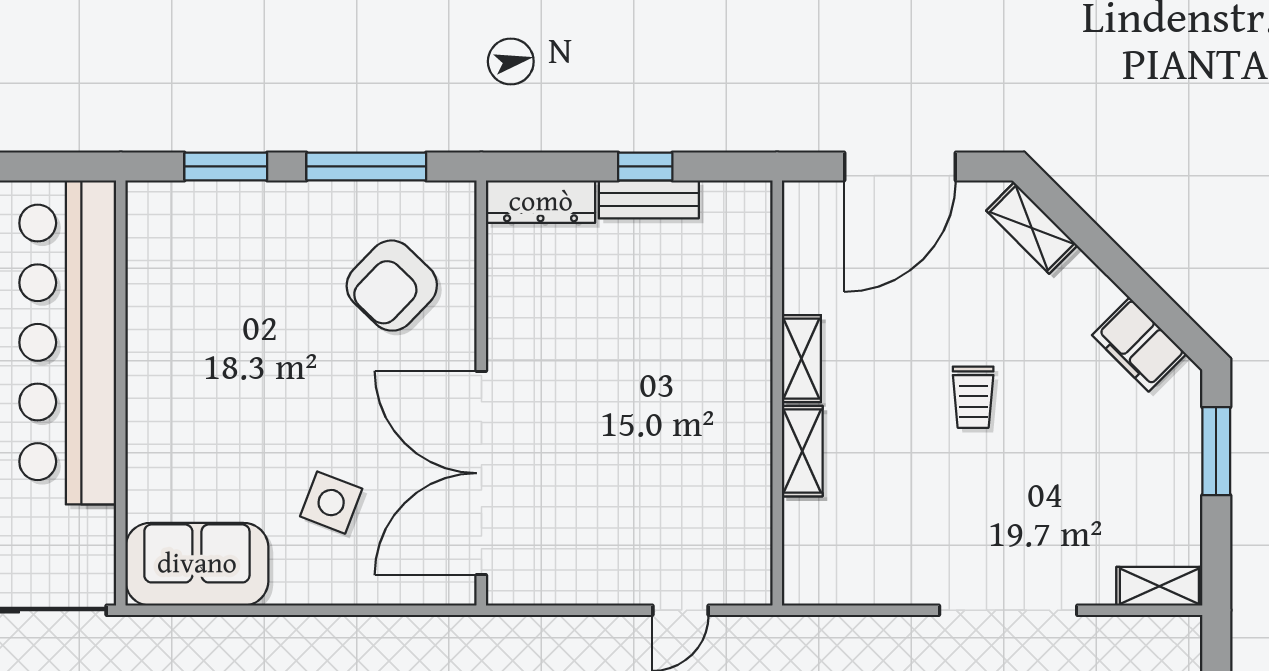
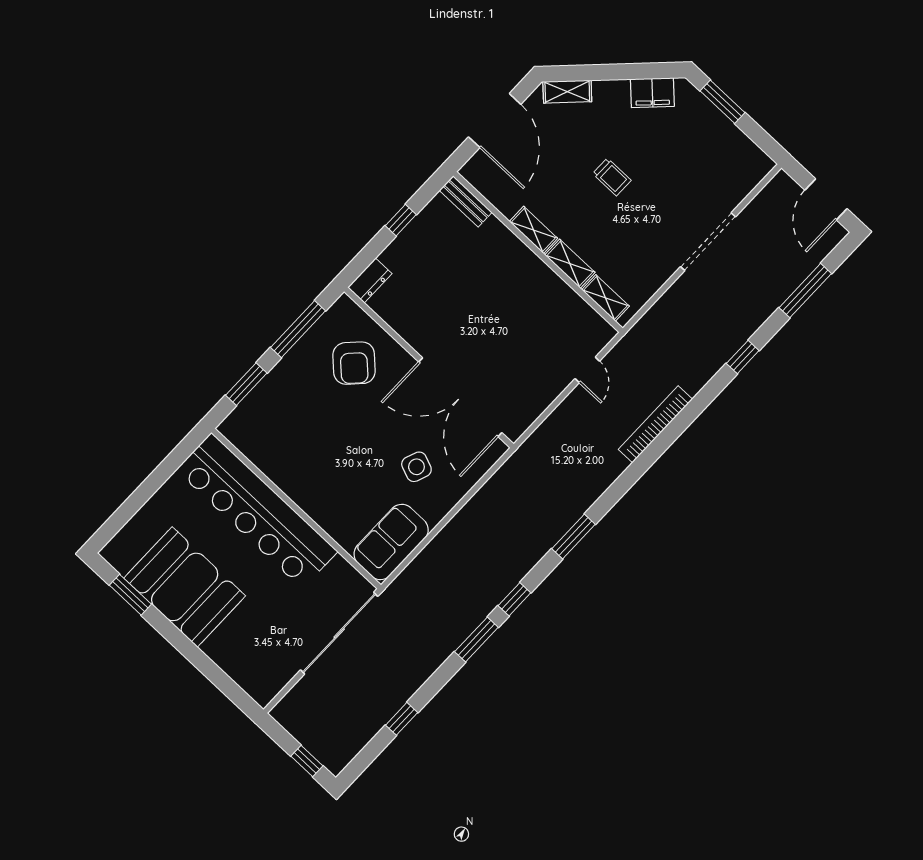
bench: (649, 199) -> (466, 201), moved, turned 90
dresser: (541, 202) -> (370, 281), width x0.70
shelving: (1159, 586) -> (605, 298), moved, turned 90

